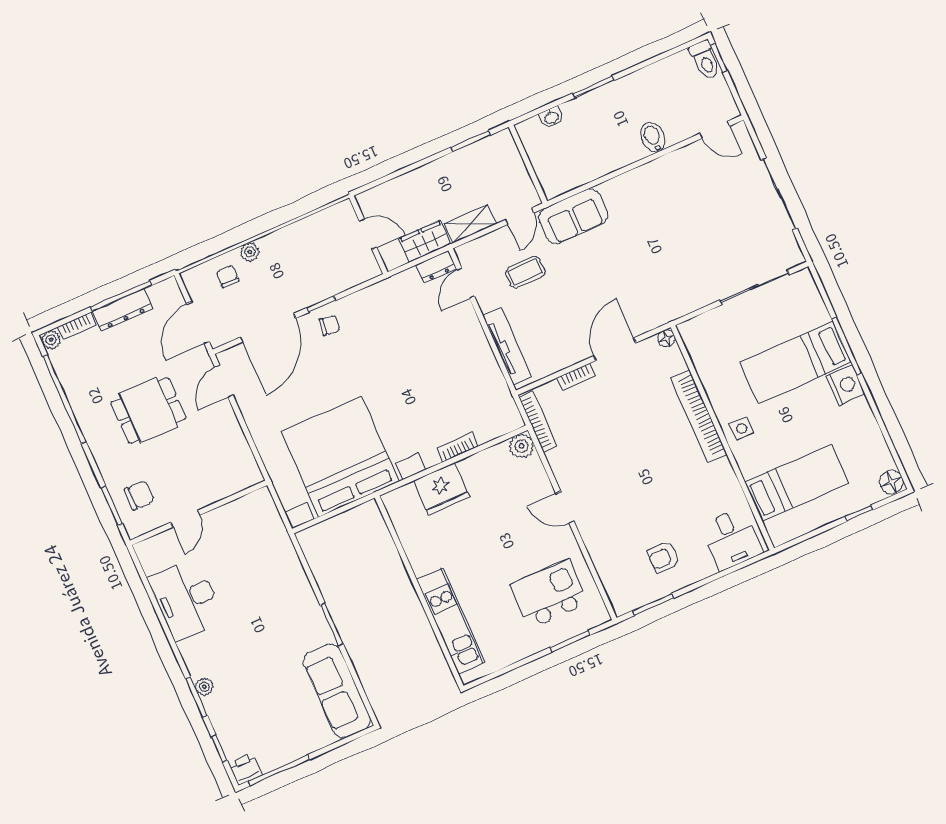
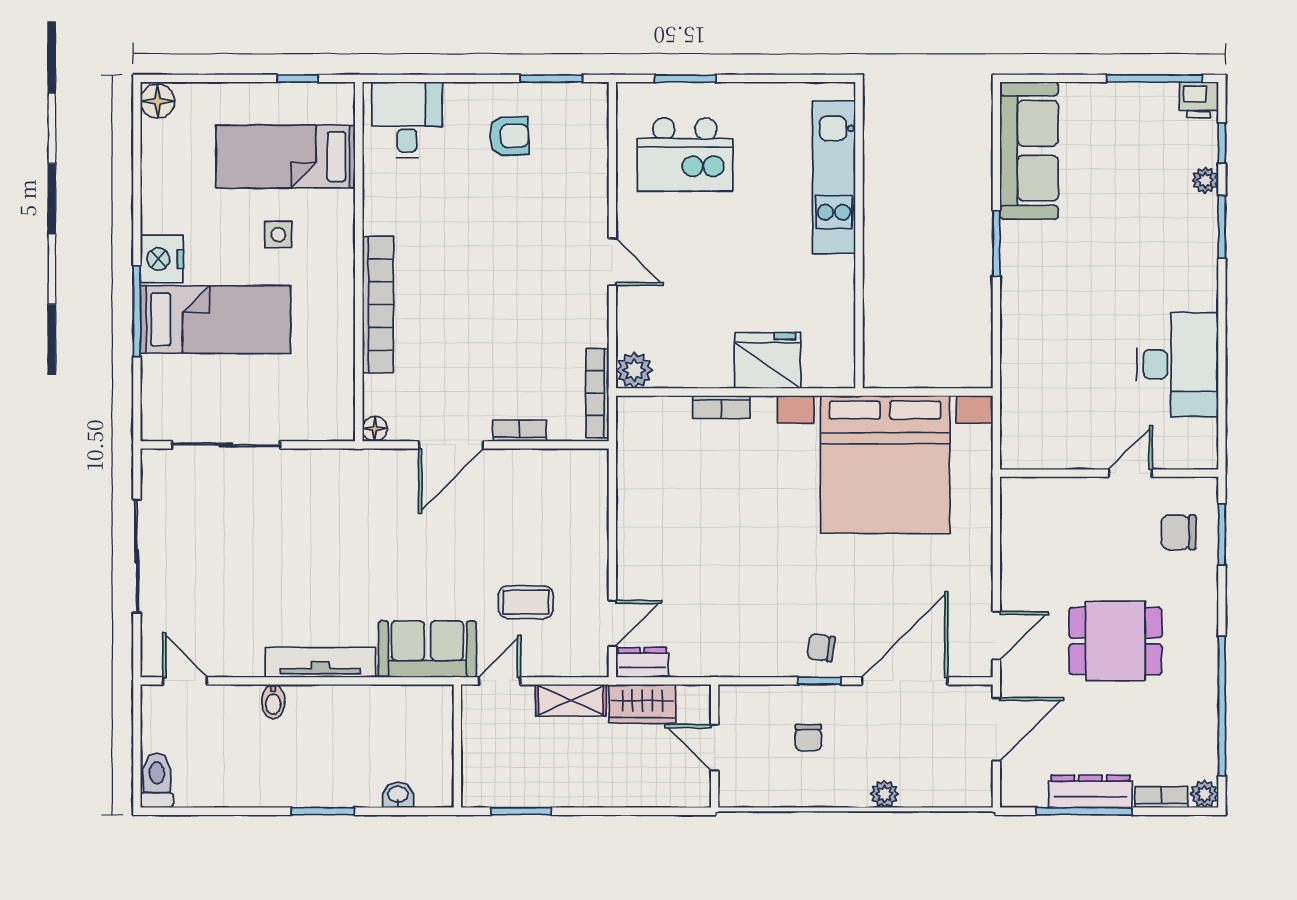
window: (719, 58) -> (137, 776), removed
bidet: (653, 137) -> (273, 701), width x0.72, depth x0.74
chair: (228, 277) -> (808, 737), moved
tv unit: (507, 346) -> (320, 662), moved, turned 90
side table: (742, 428) -> (278, 234), moved
window: (859, 513) -> (297, 78), moved
plant: (204, 687) -> (1205, 180), moved

